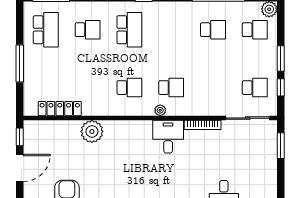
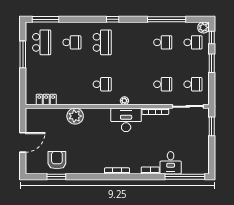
window: (20, 64) -> (23, 54), moved
window: (281, 87) -> (212, 38), moved
school desk: (171, 88) -> (163, 84), moved
locker: (60, 109) -> (46, 99), width x0.66
window: (20, 137) -> (23, 120), removed
desk: (168, 137) -> (126, 120), width x1.37

